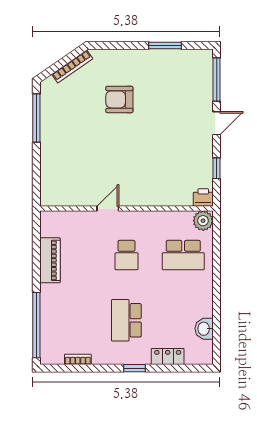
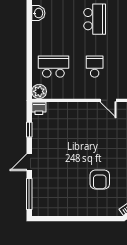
window: (165, 45) -> (67, 219), removed
armchair: (119, 99) -> (100, 179), turned 90
door: (108, 209) -> (108, 100), hinge flipped

